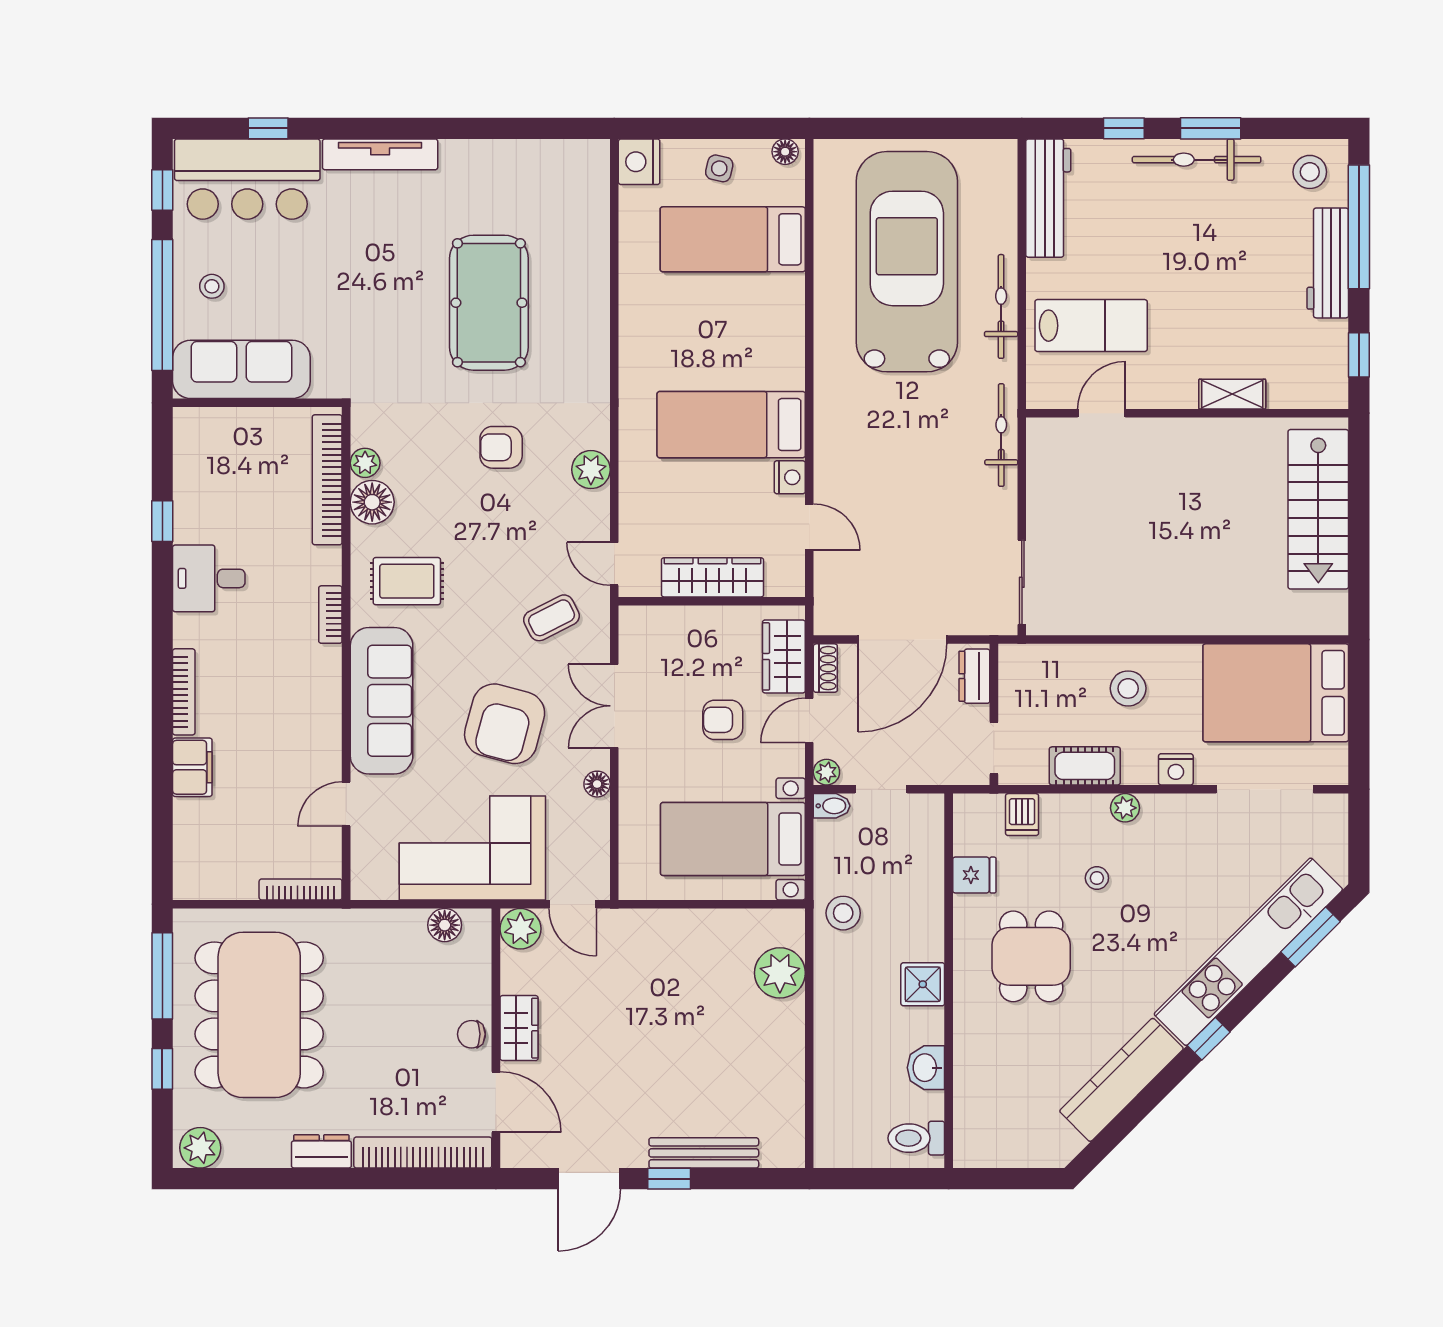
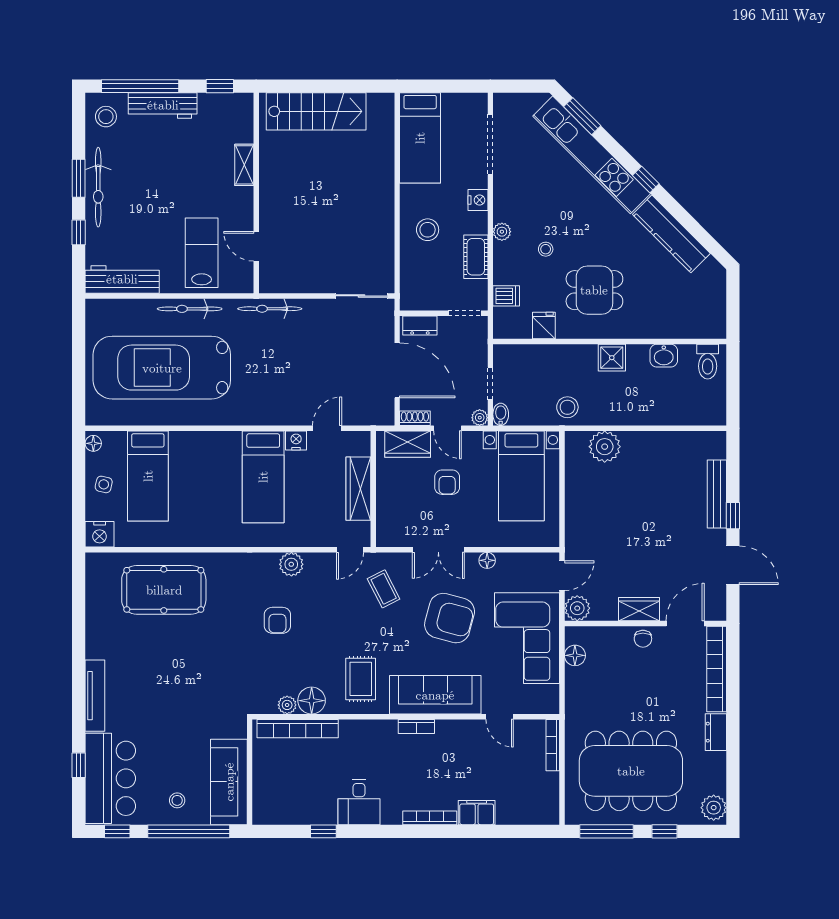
pool table: (489, 303) -> (164, 590), moved
bookcase: (330, 615) -> (416, 727), moved
bed: (1276, 693) -> (420, 138), width x0.67

